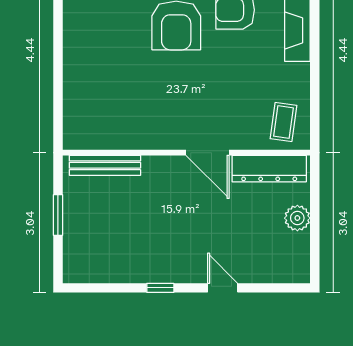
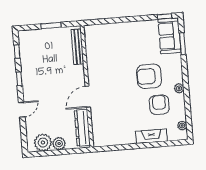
coffee table: (283, 122) -> (106, 133), removed
plant: (293, 250) -> (43, 143), added
window: (105, 288) -> (17, 52), added

